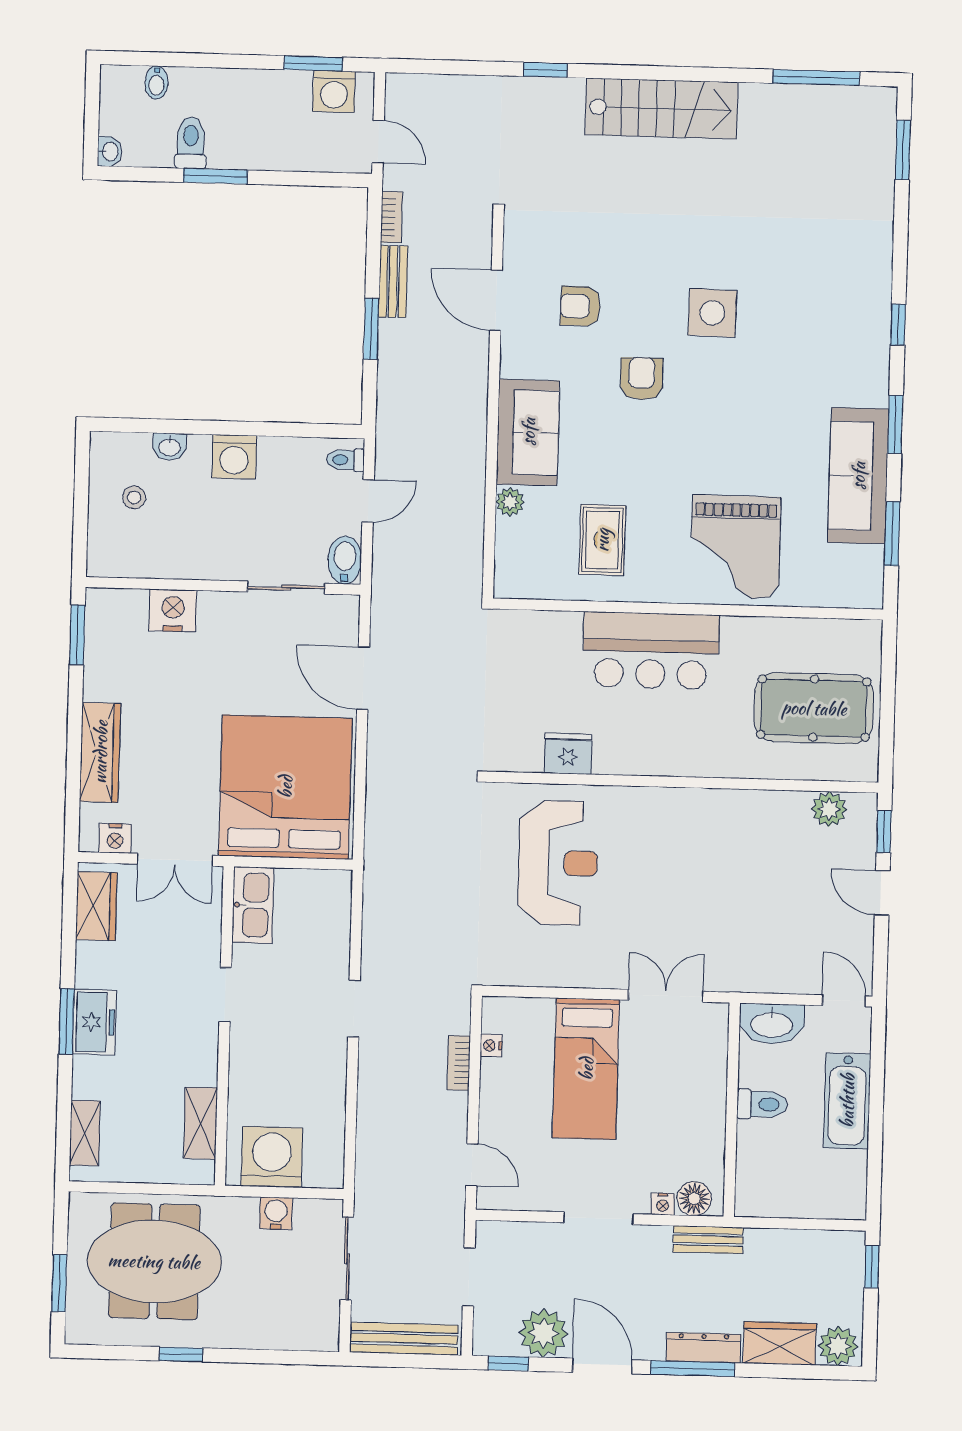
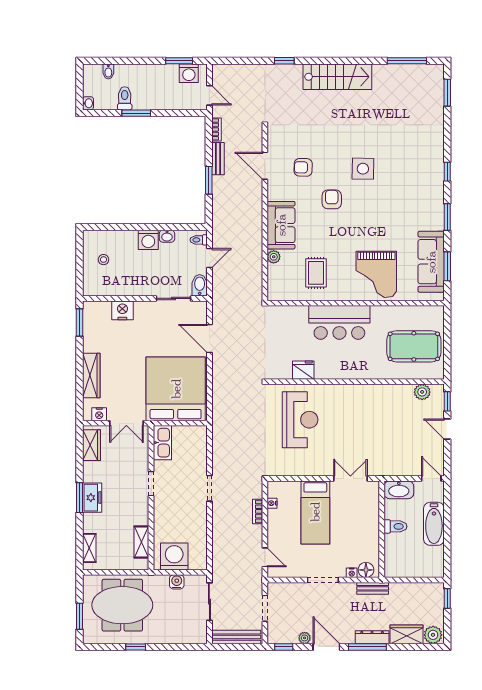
washbasin: (170, 447) -> (167, 236), moved
sofa: (858, 476) -> (431, 262), moved
plant: (543, 1333) -> (305, 638), width x0.53, depth x0.53

